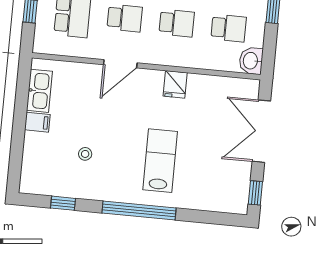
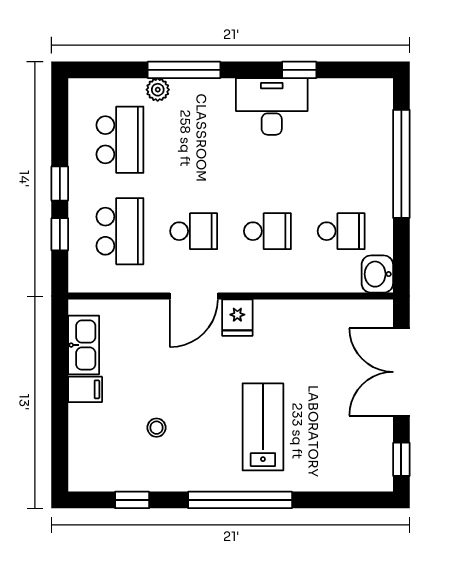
fridge: (175, 84) -> (237, 318), moved

